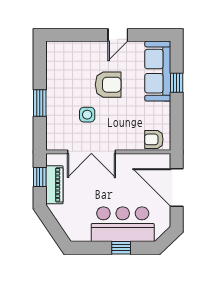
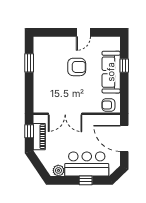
sofa: (158, 71) -> (111, 72), moved
window: (40, 103) -> (29, 63), moved
side table: (87, 115) -> (62, 88), removed
plant: (82, 234) -> (58, 170), added

